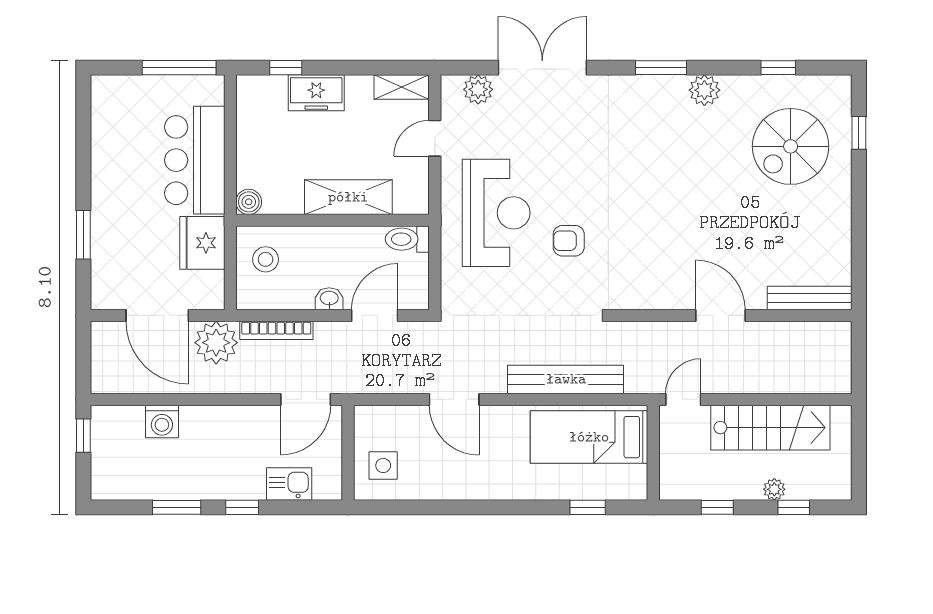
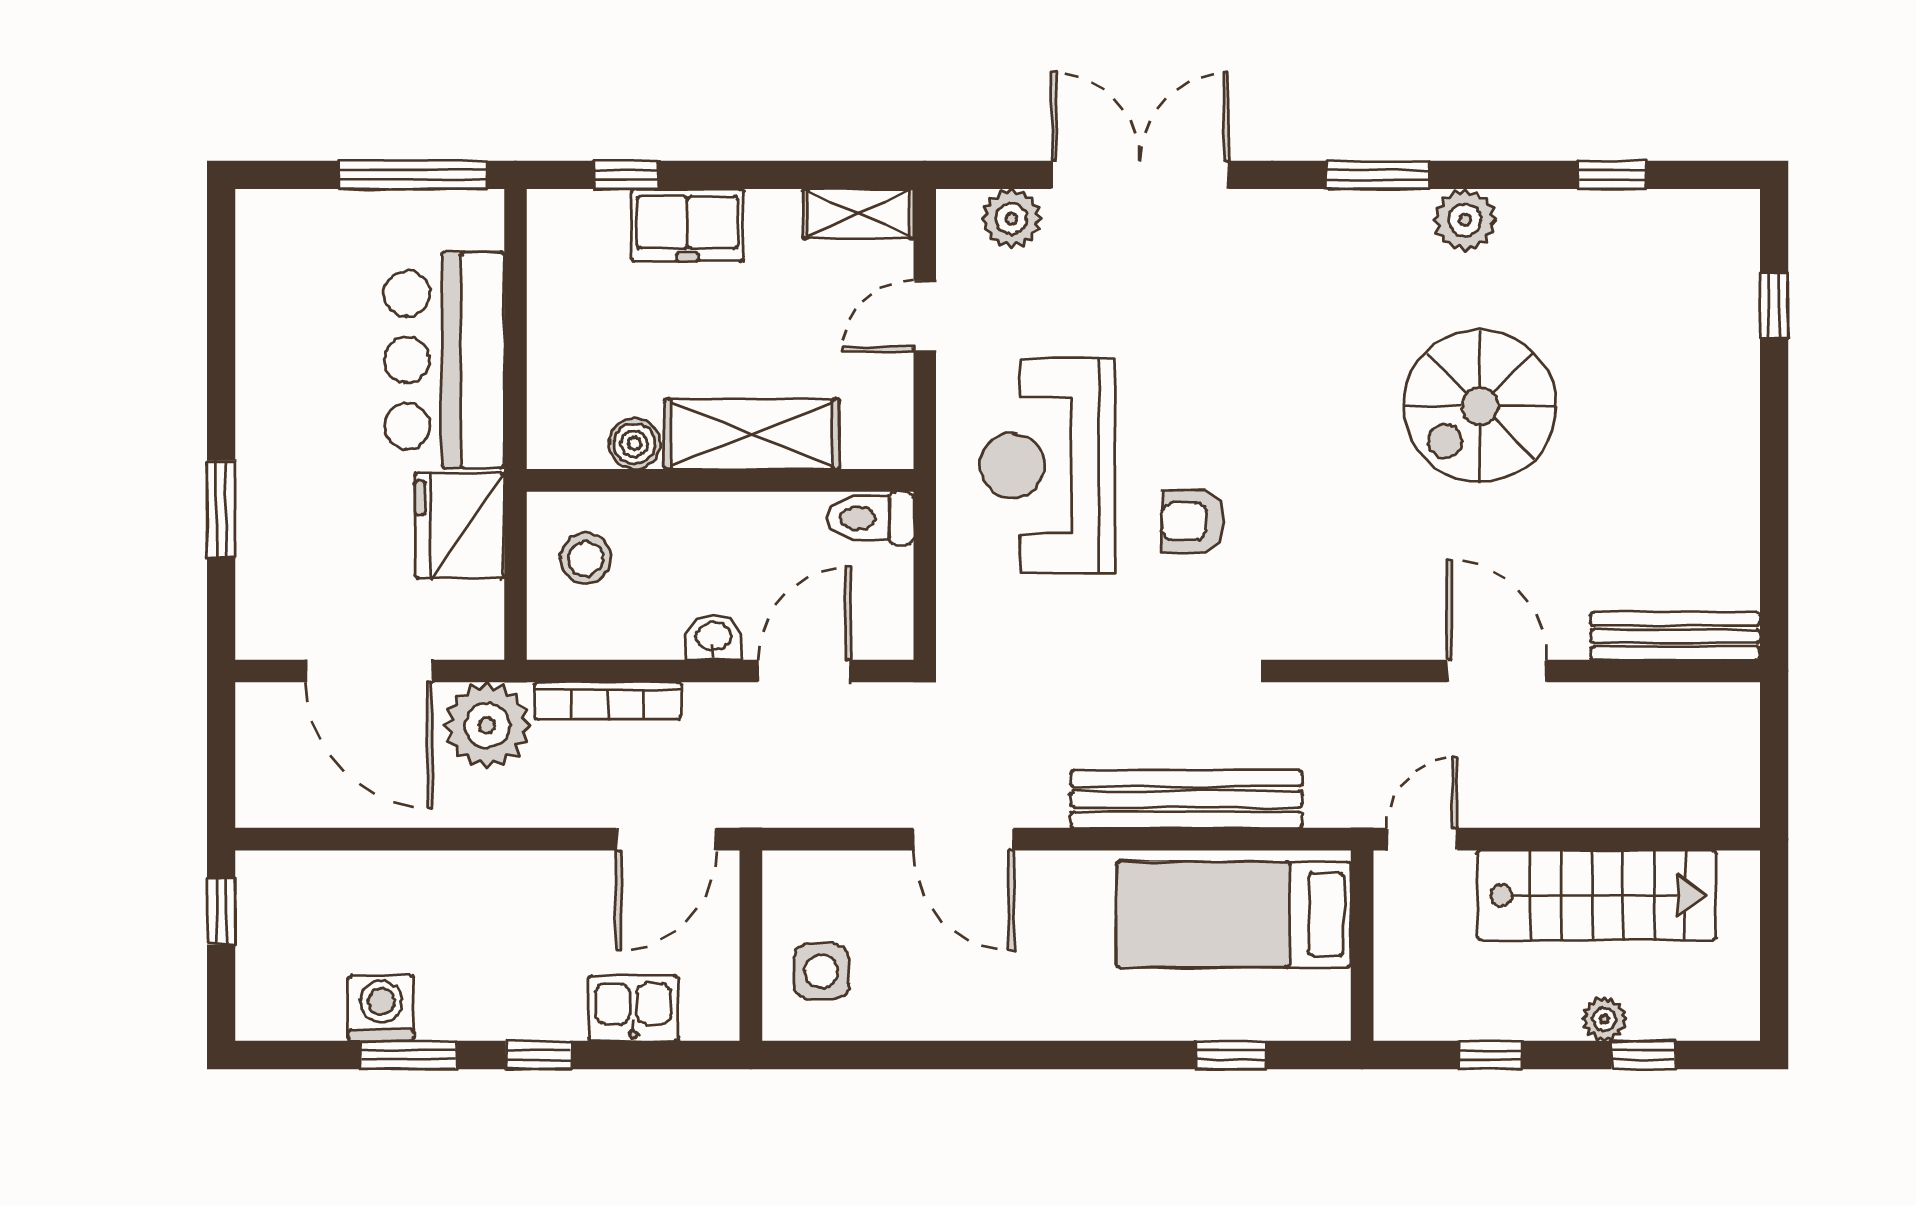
spiral stairs: (791, 146) -> (1480, 406), moved
boiler: (249, 202) -> (634, 444), moved
reception desk: (496, 213) -> (1047, 466), turned 180
washing machine: (162, 421) -> (381, 1008), moved, turned 180

